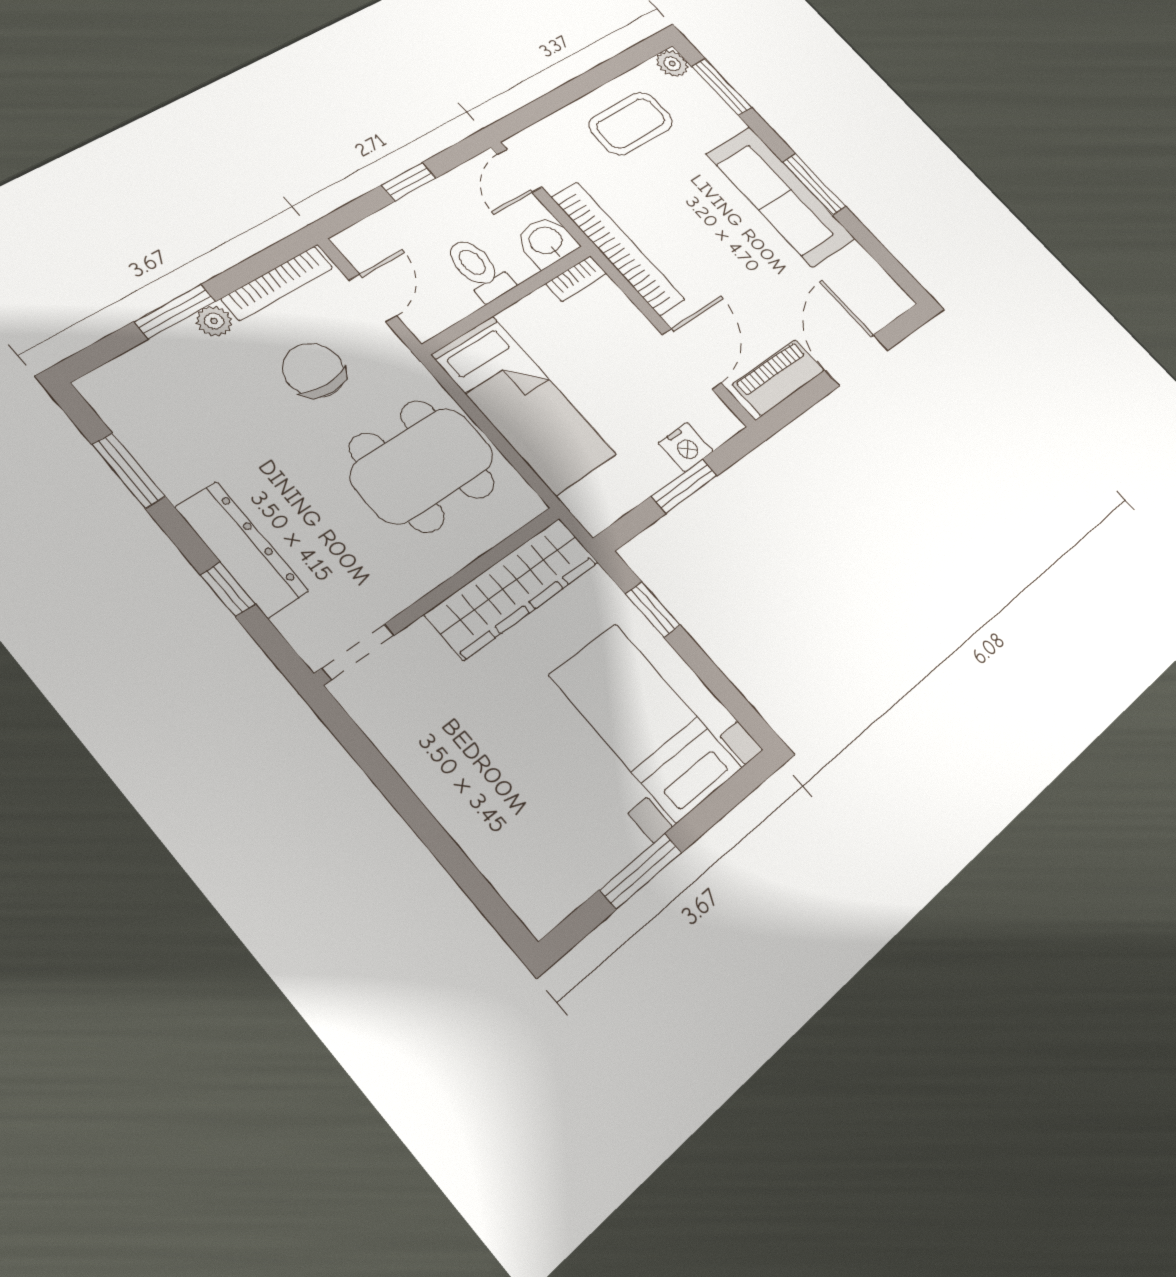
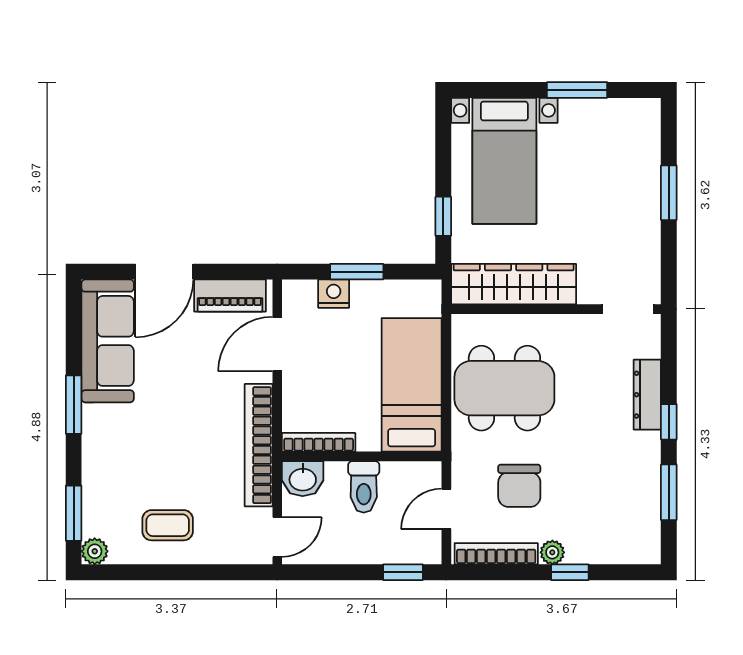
coffee table: (631, 123) -> (168, 525), width x0.73, depth x0.77
window: (409, 182) -> (403, 572), moved
sofa: (781, 196) -> (108, 341), moved
bookcase: (576, 279) -> (319, 442), width x1.56
window: (175, 311) -> (570, 572), width x0.67
dresser: (242, 549) -> (647, 395), width x0.73, depth x0.80
window: (228, 589) -> (669, 422), moved
window: (428, 830) -> (669, 193), added

